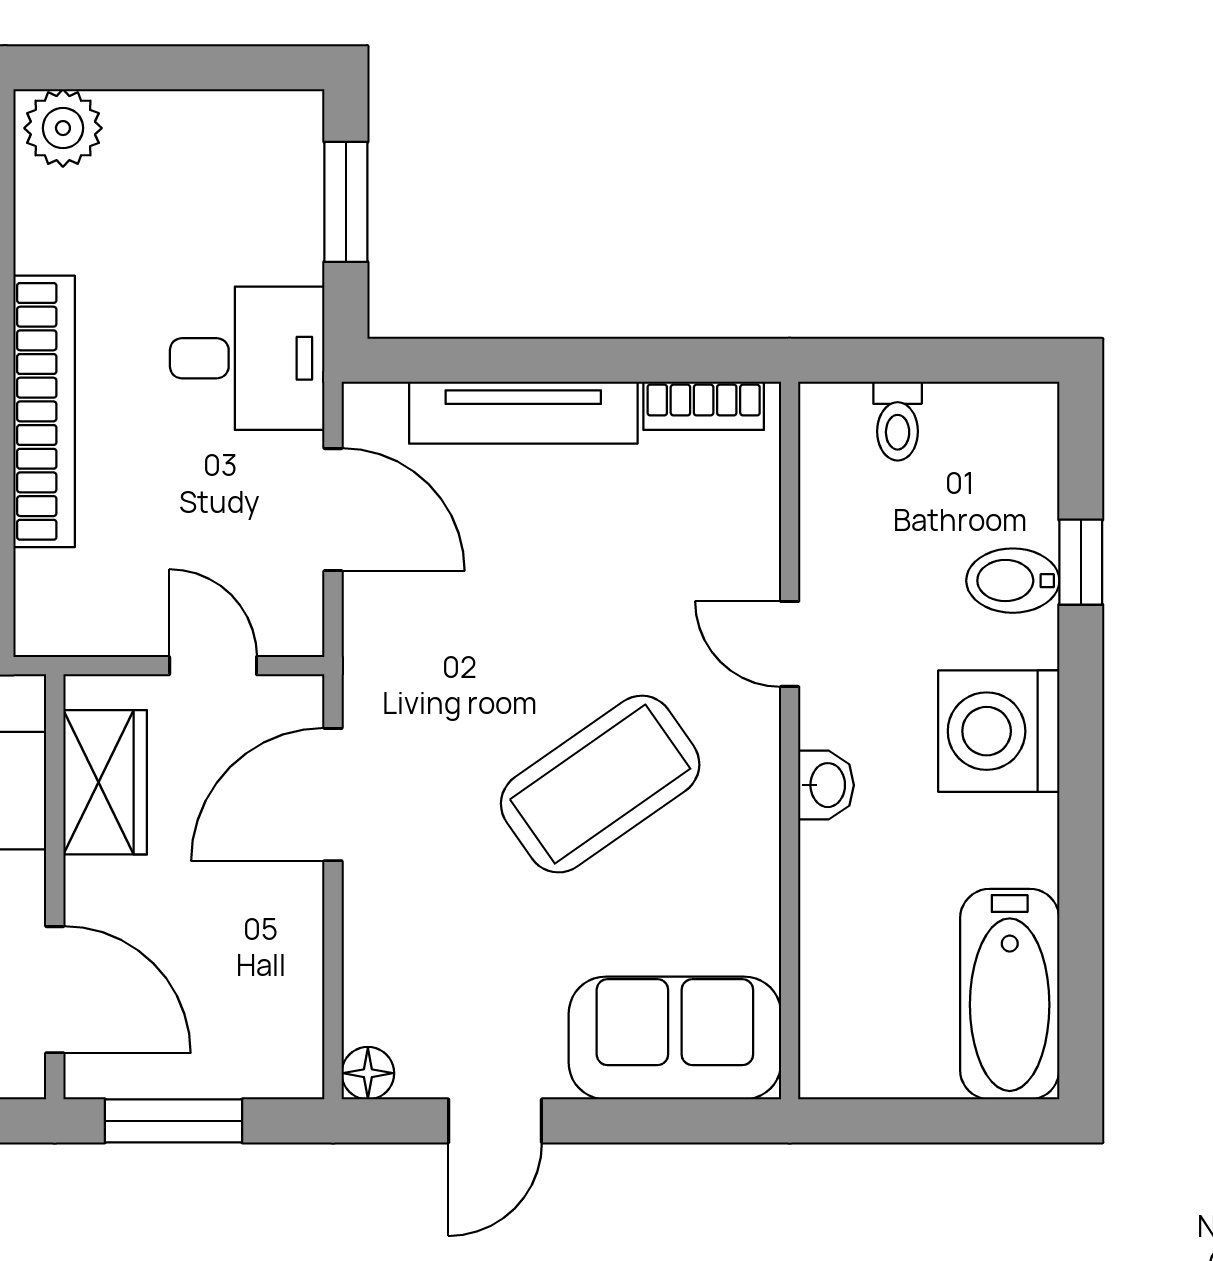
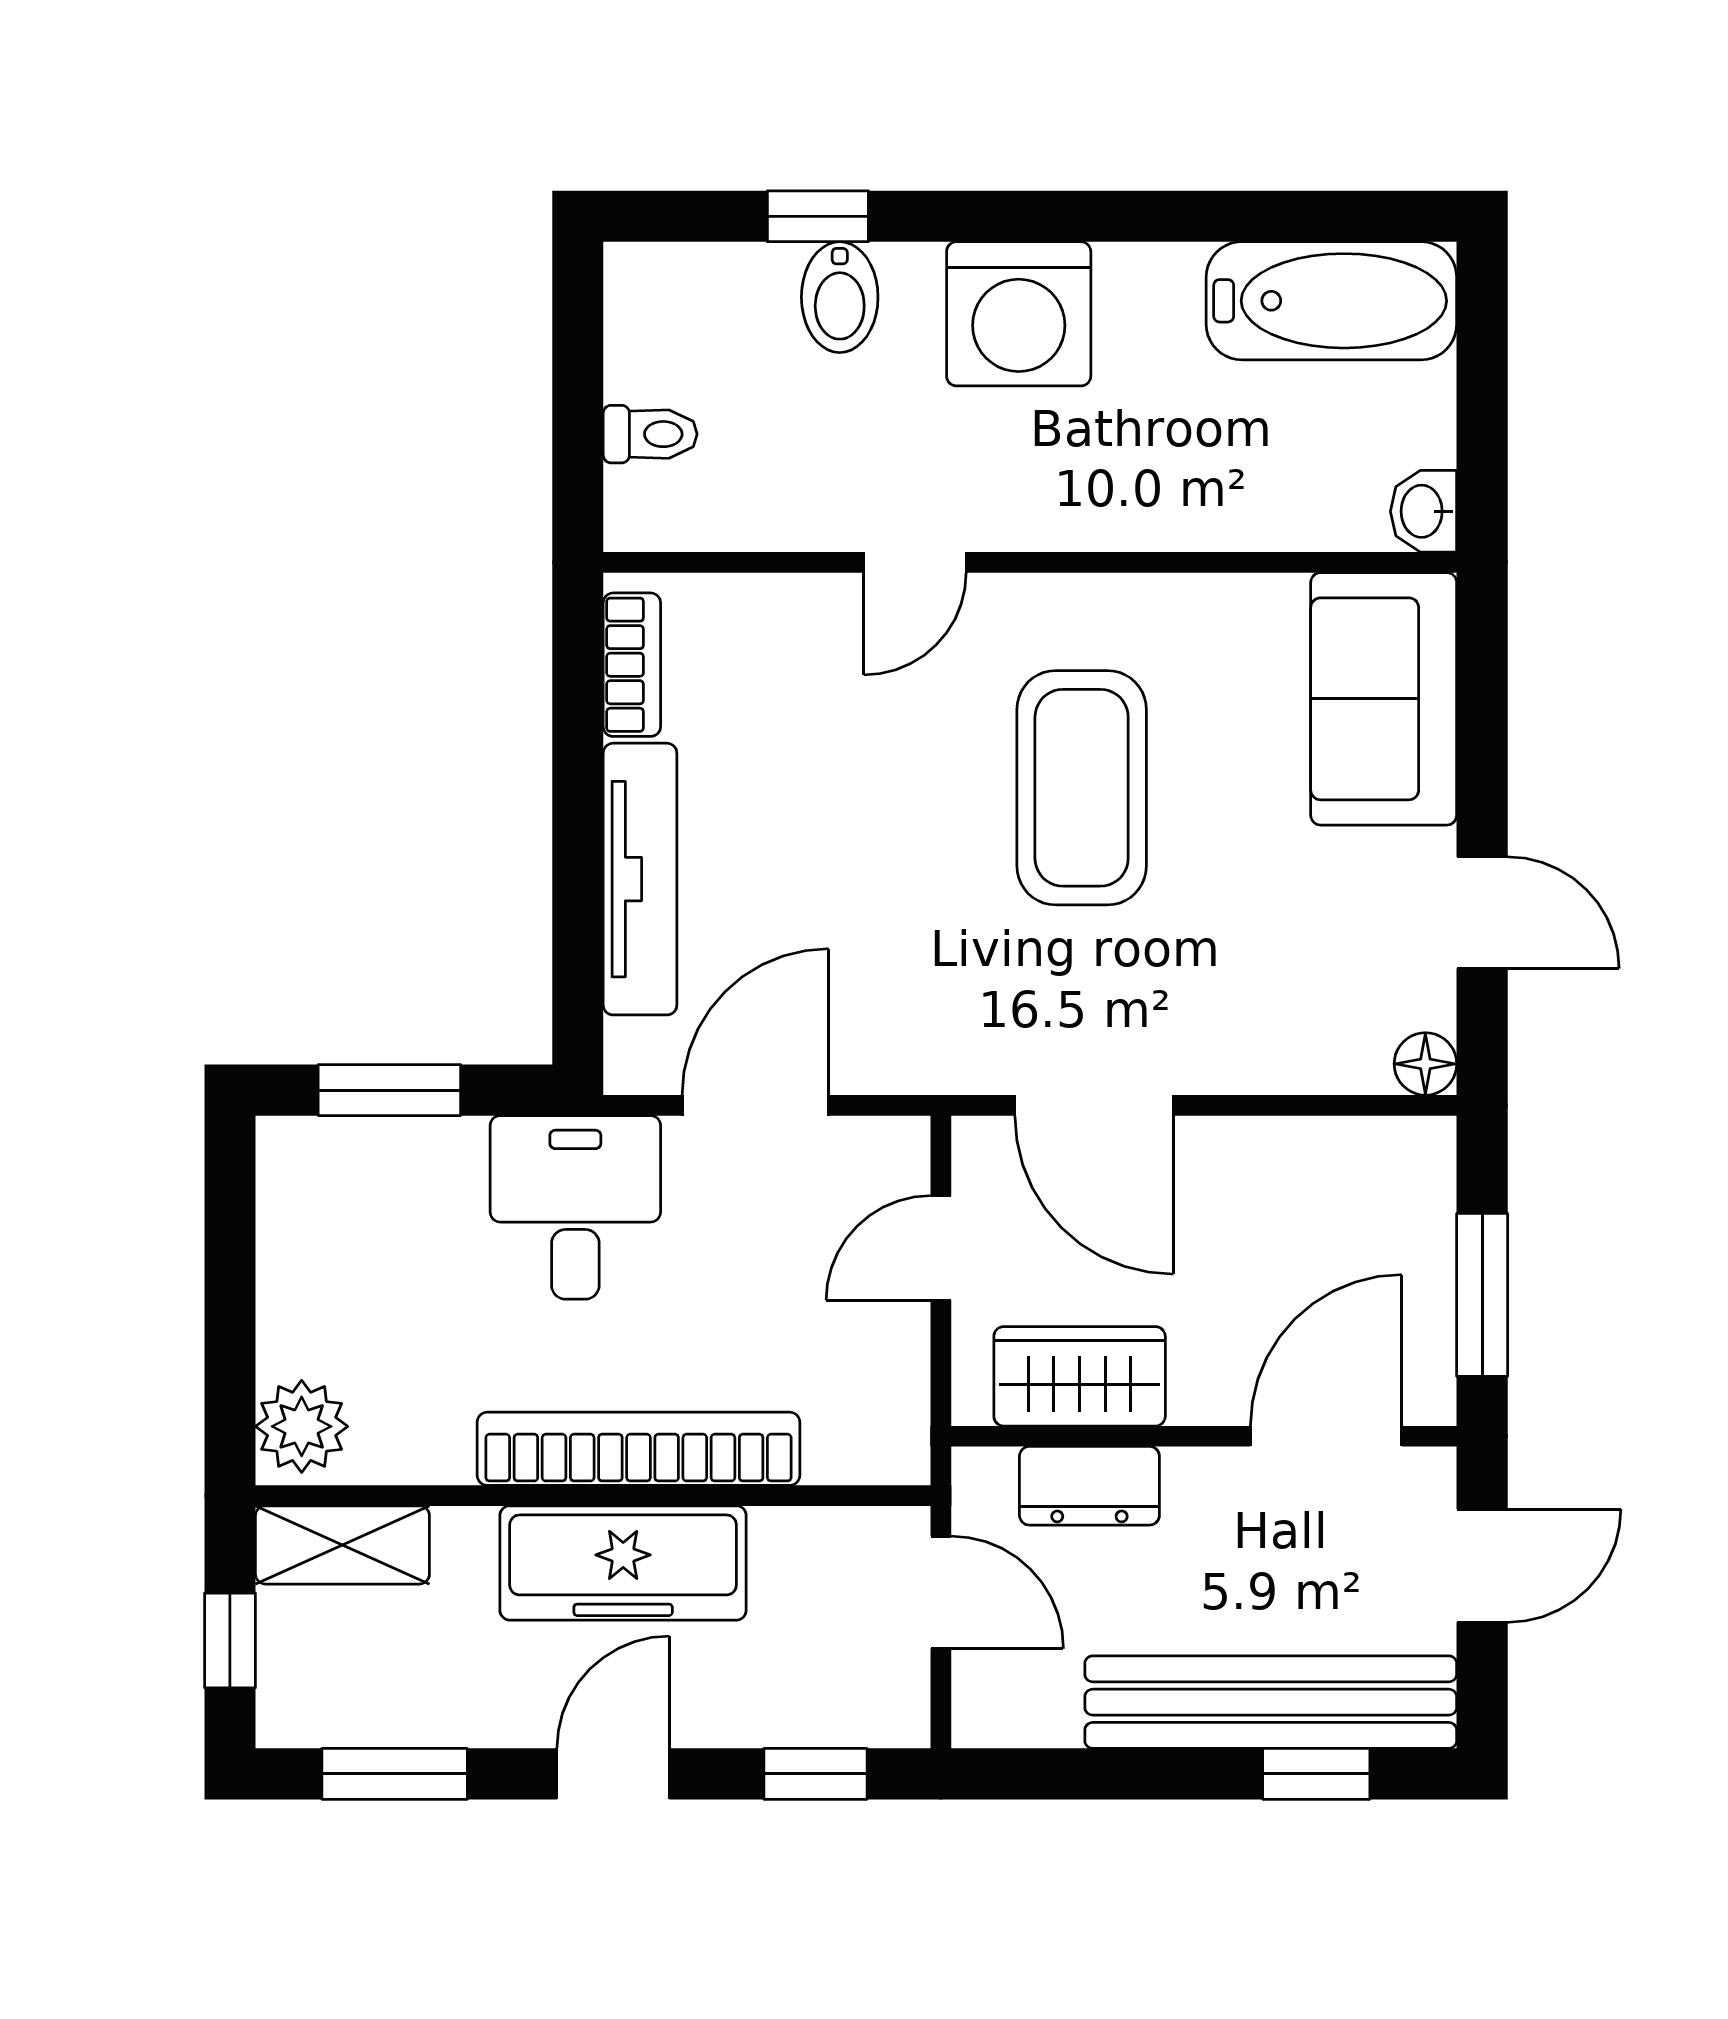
coffee table: (600, 784) -> (1082, 788), turned 35
washbasin: (826, 785) -> (1424, 511), moved, turned -90

